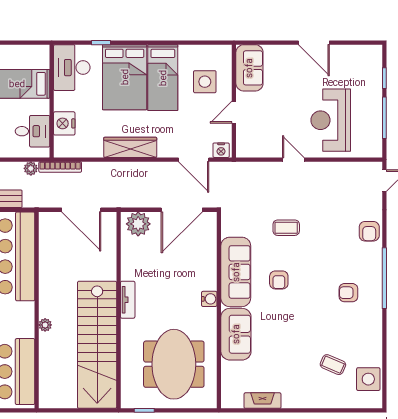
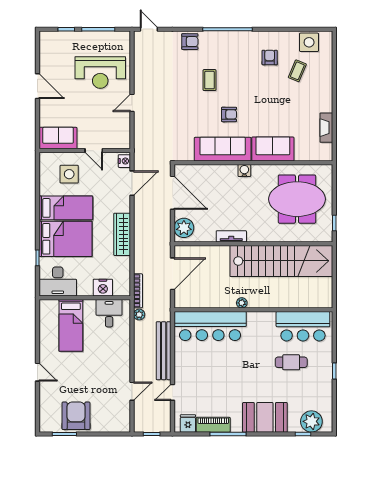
door: (314, 43) -> (38, 86), hinge flipped
coffee table: (286, 228) -> (210, 80), moved
armchair: (348, 293) -> (270, 58), moved, turned 180
tv unit: (128, 300) -> (231, 236), moved
plant: (45, 325) -> (242, 303), moved

